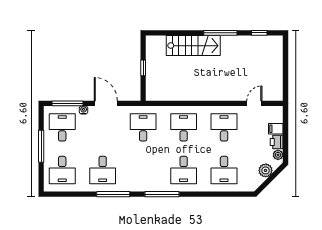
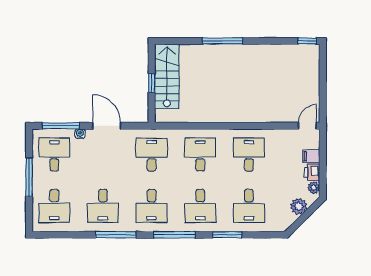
window: (220, 33) -> (223, 41), moved
window: (259, 33) -> (307, 41), moved
stairs: (193, 46) -> (167, 76), moved, turned -90
door: (254, 103) -> (307, 126), moved
desk: (143, 170) -> (152, 206), added
window: (206, 194) -> (227, 235), added

